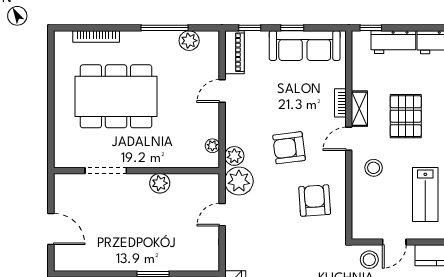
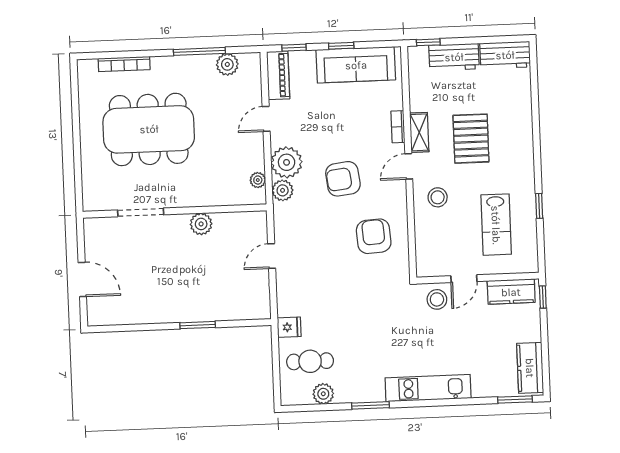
plant: (239, 181) -> (287, 162), moved

